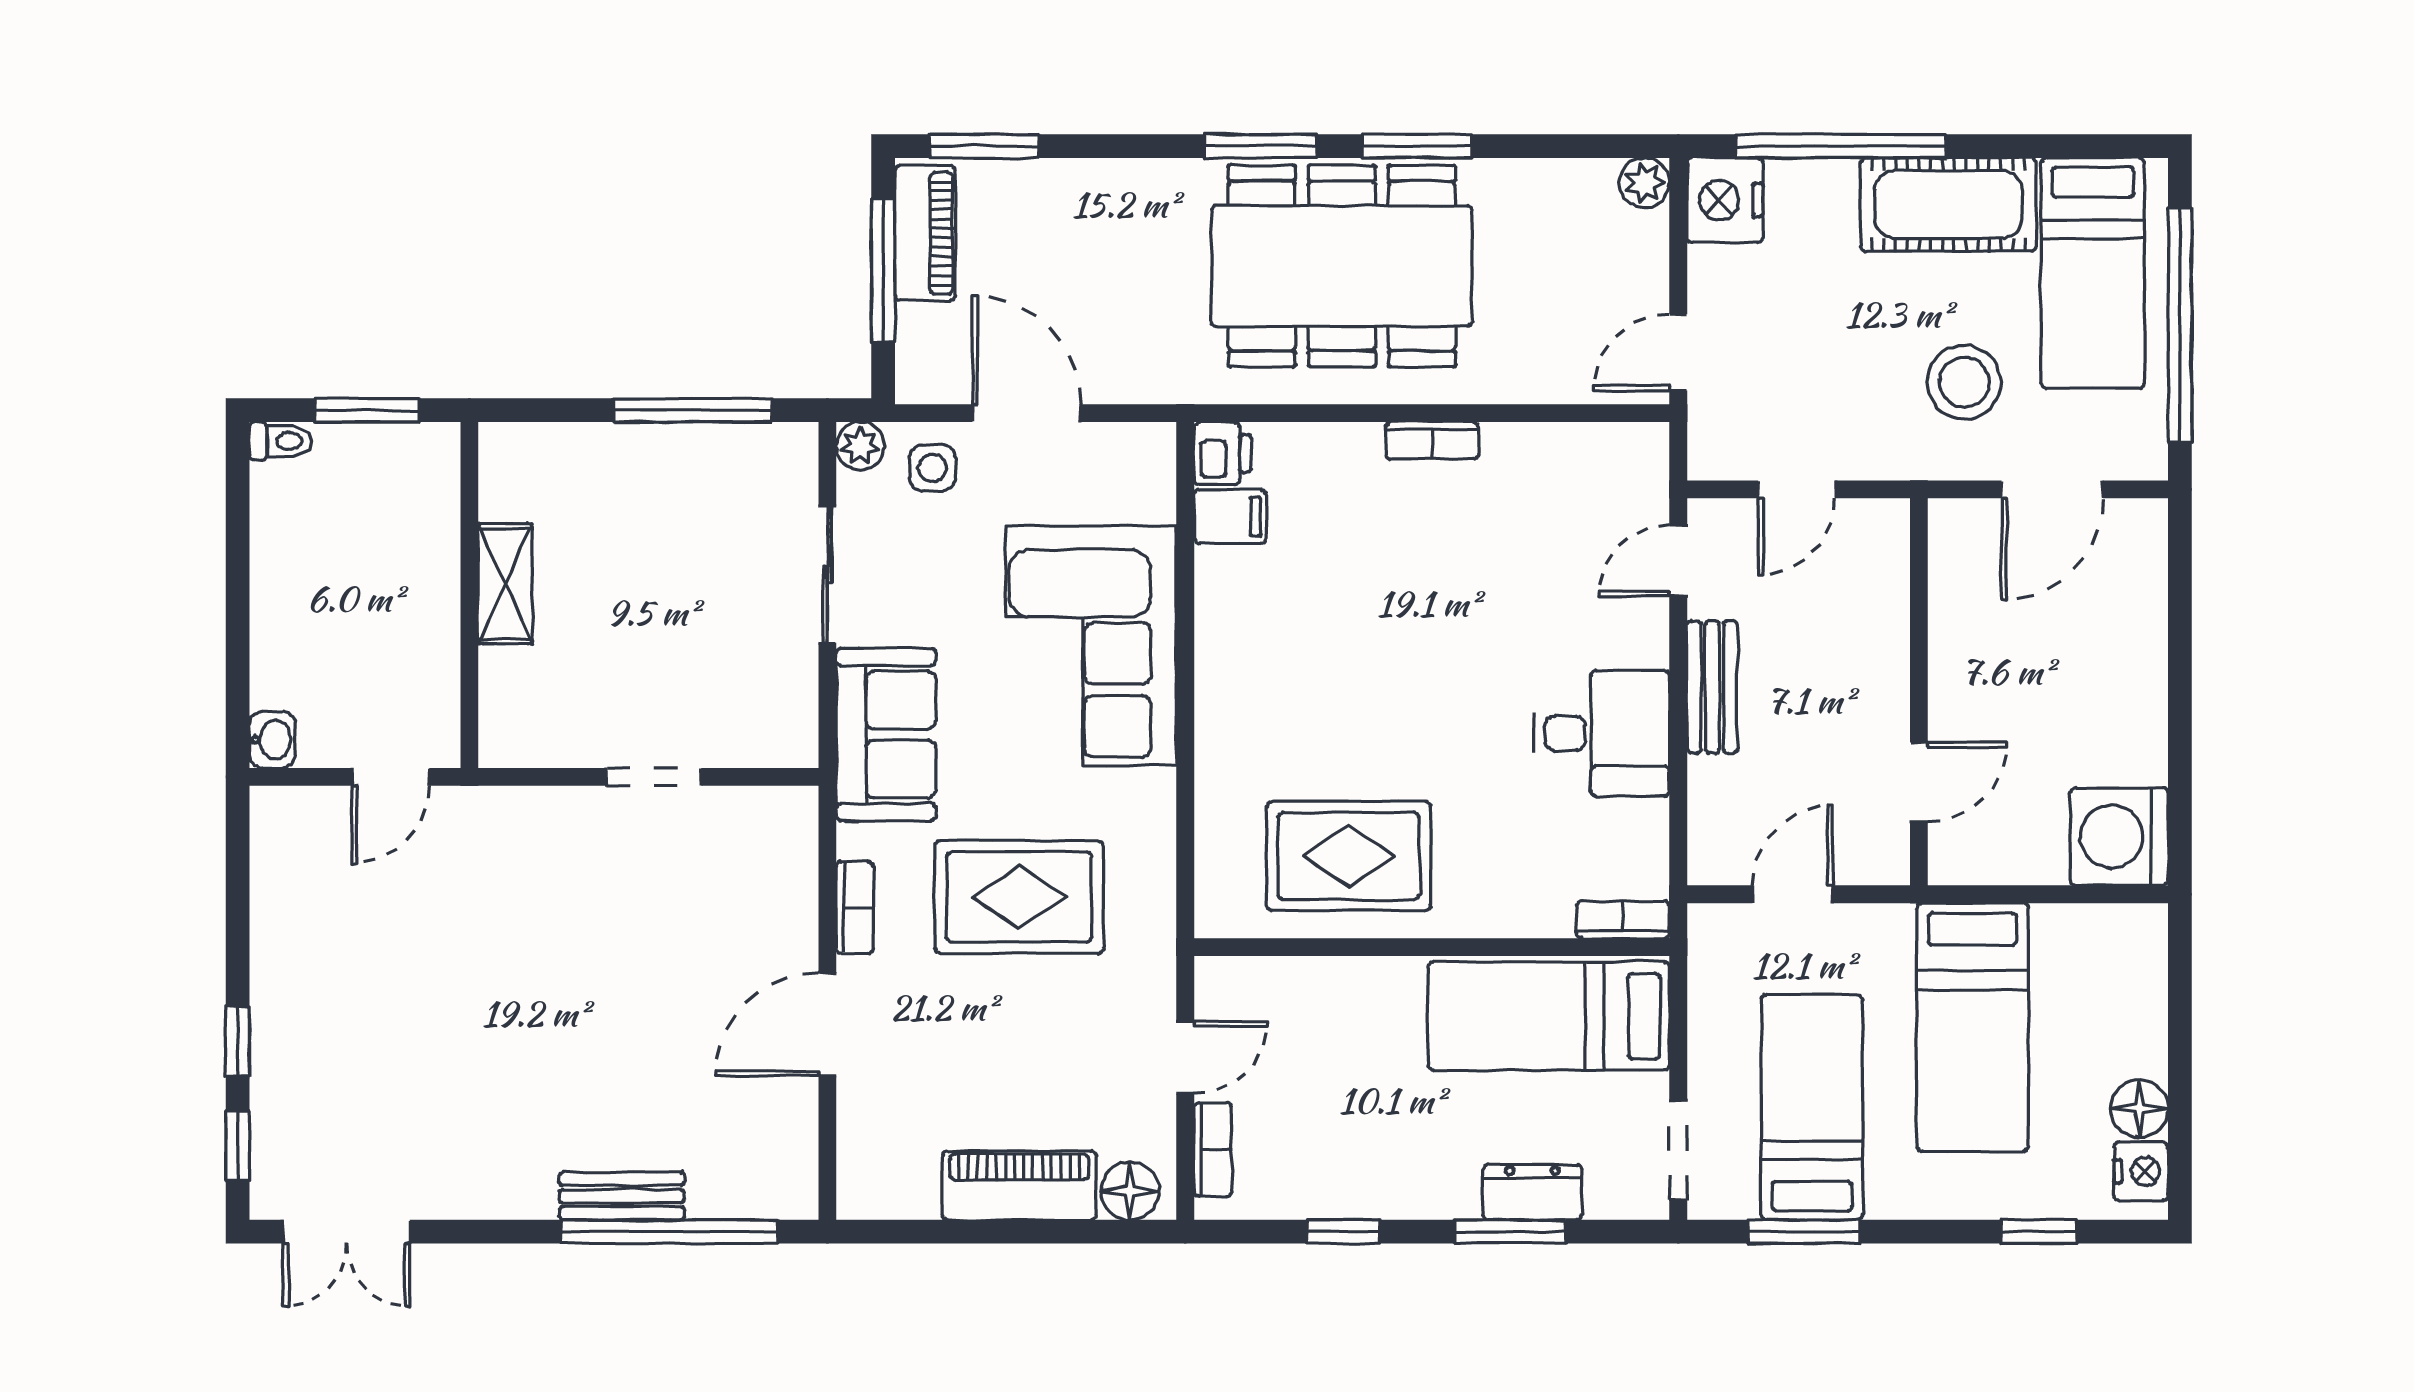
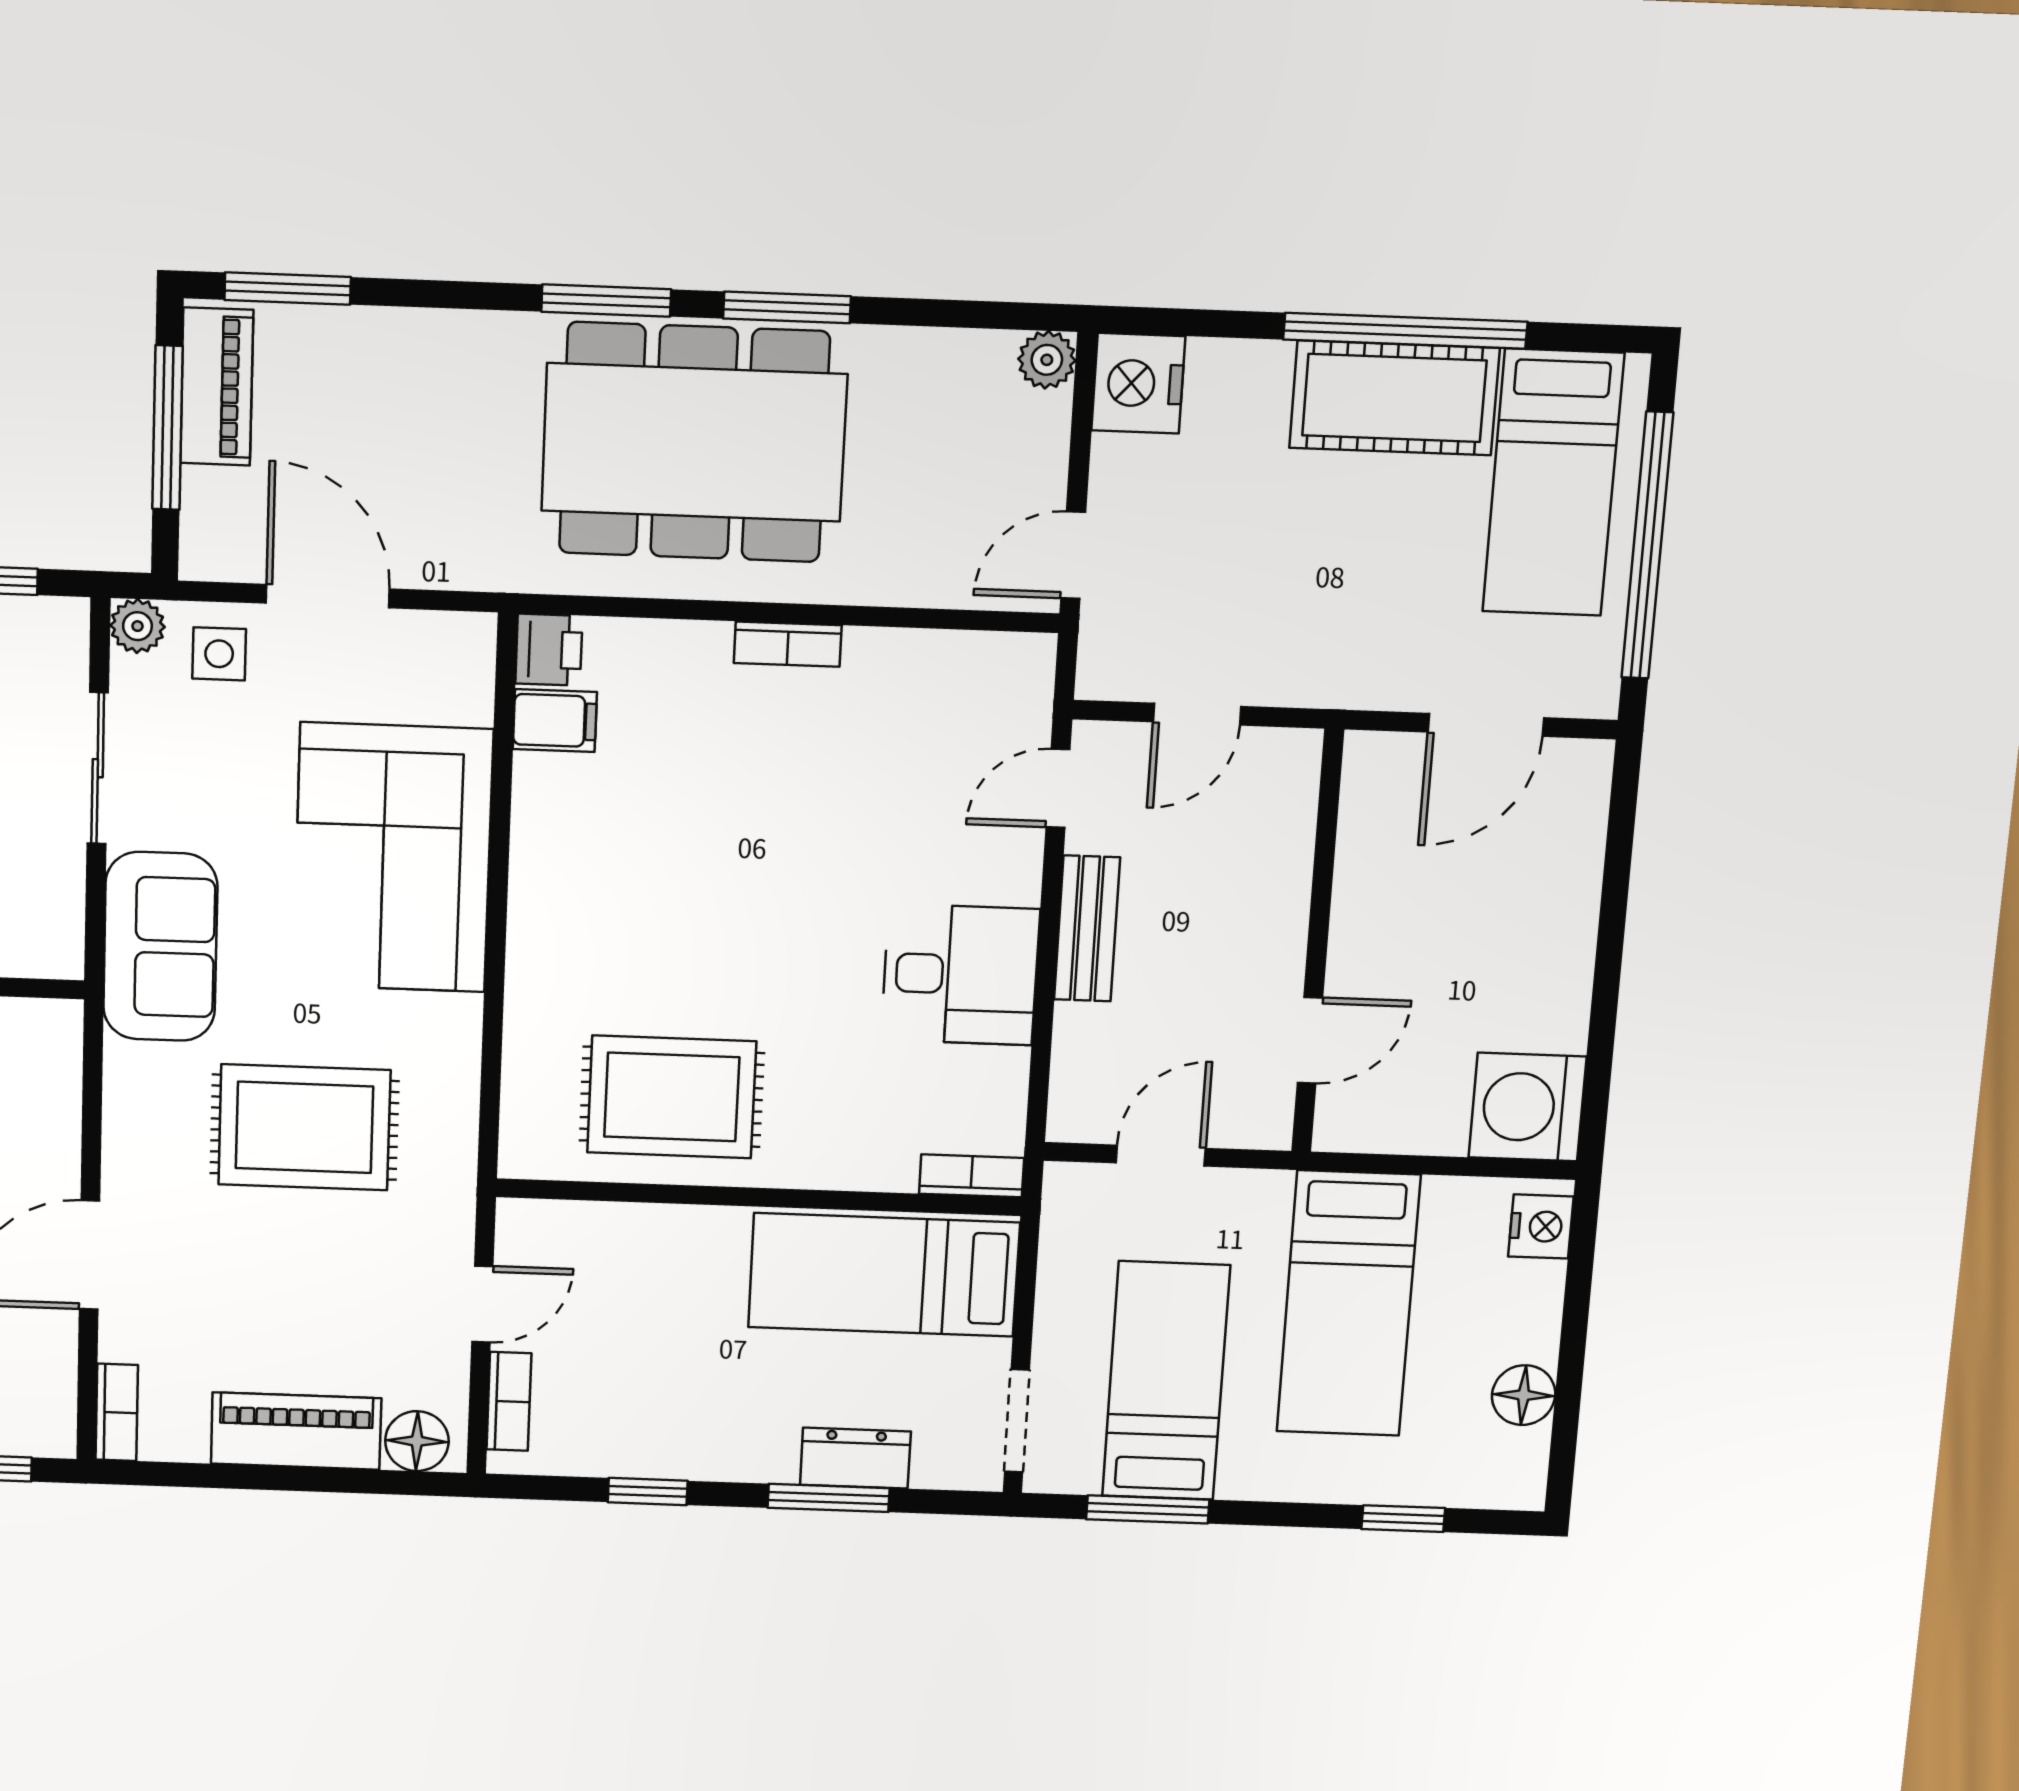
window: (1841, 146) -> (1405, 331), moved
stool: (1964, 382) -> (1396, 601), removed
bookcase: (855, 907) -> (117, 1412), moved
nightstand: (2141, 1171) -> (1541, 1226), moved

